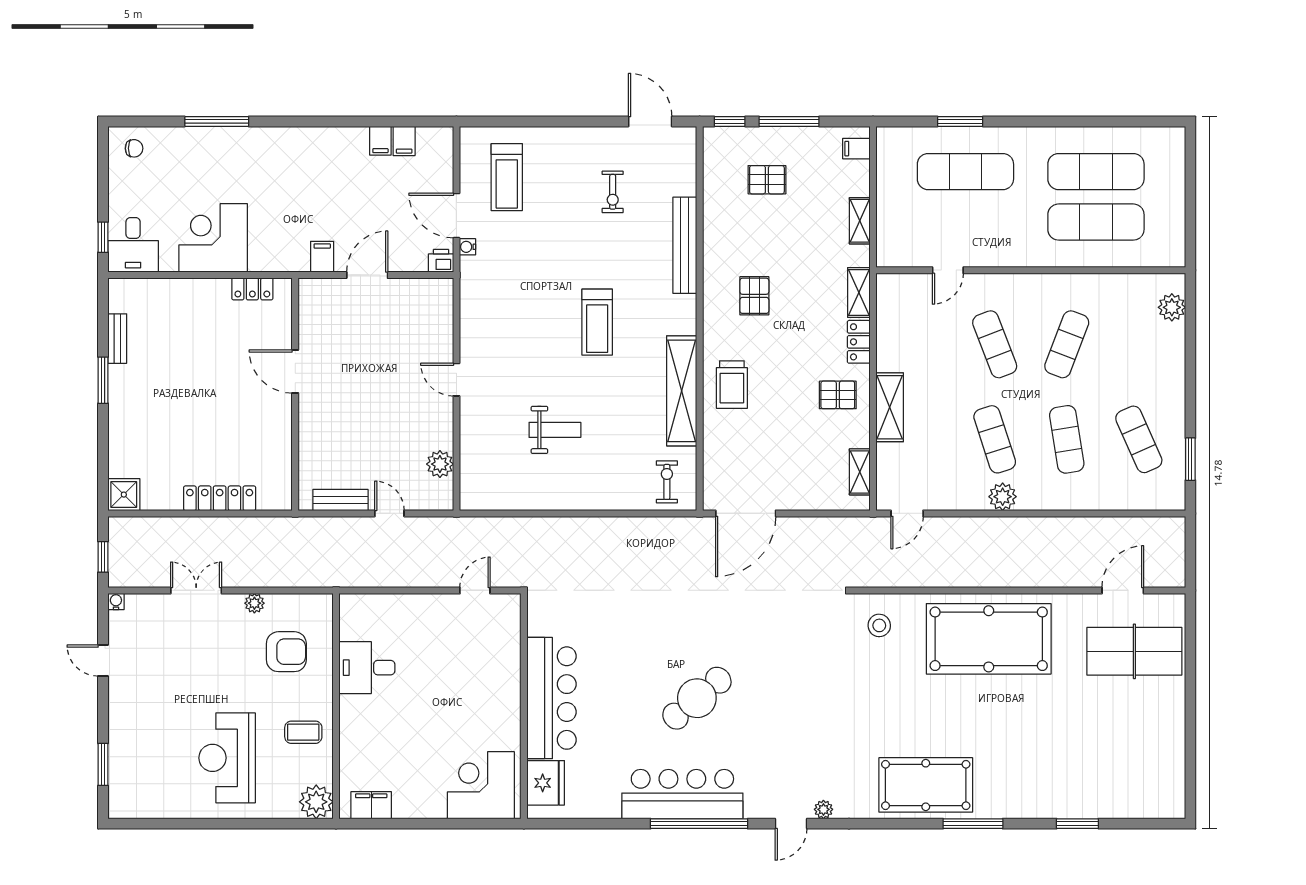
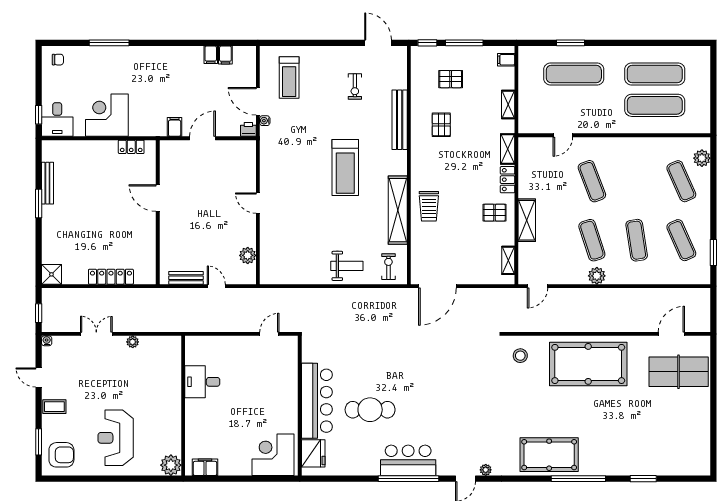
pallet: (754, 296) -> (441, 125), moved
treadmill: (597, 322) -> (345, 167), width x1.37, depth x1.38
bench: (117, 339) -> (47, 183), width x1.36
exercise mat: (1067, 344) -> (681, 181), moved, turned -45
weight bench: (555, 430) -> (347, 266), moved
armchair: (286, 652) -> (61, 455), moved
cafe table: (697, 698) -> (370, 410), moved, turned 40
coffee table: (303, 732) -> (54, 407), moved
bar counter: (682, 794) -> (408, 460), width x0.73
window: (973, 824) -> (578, 479), width x1.46

